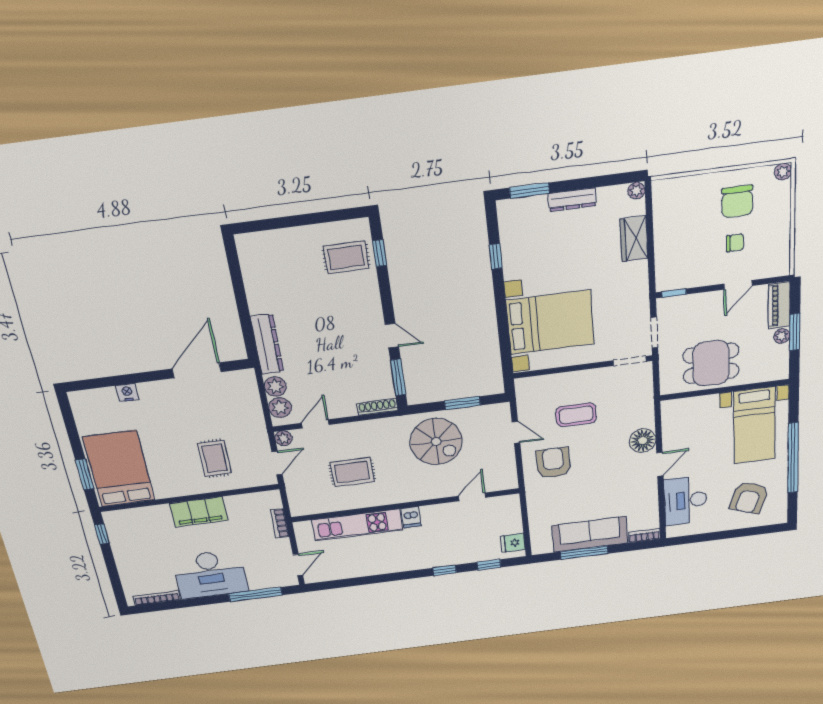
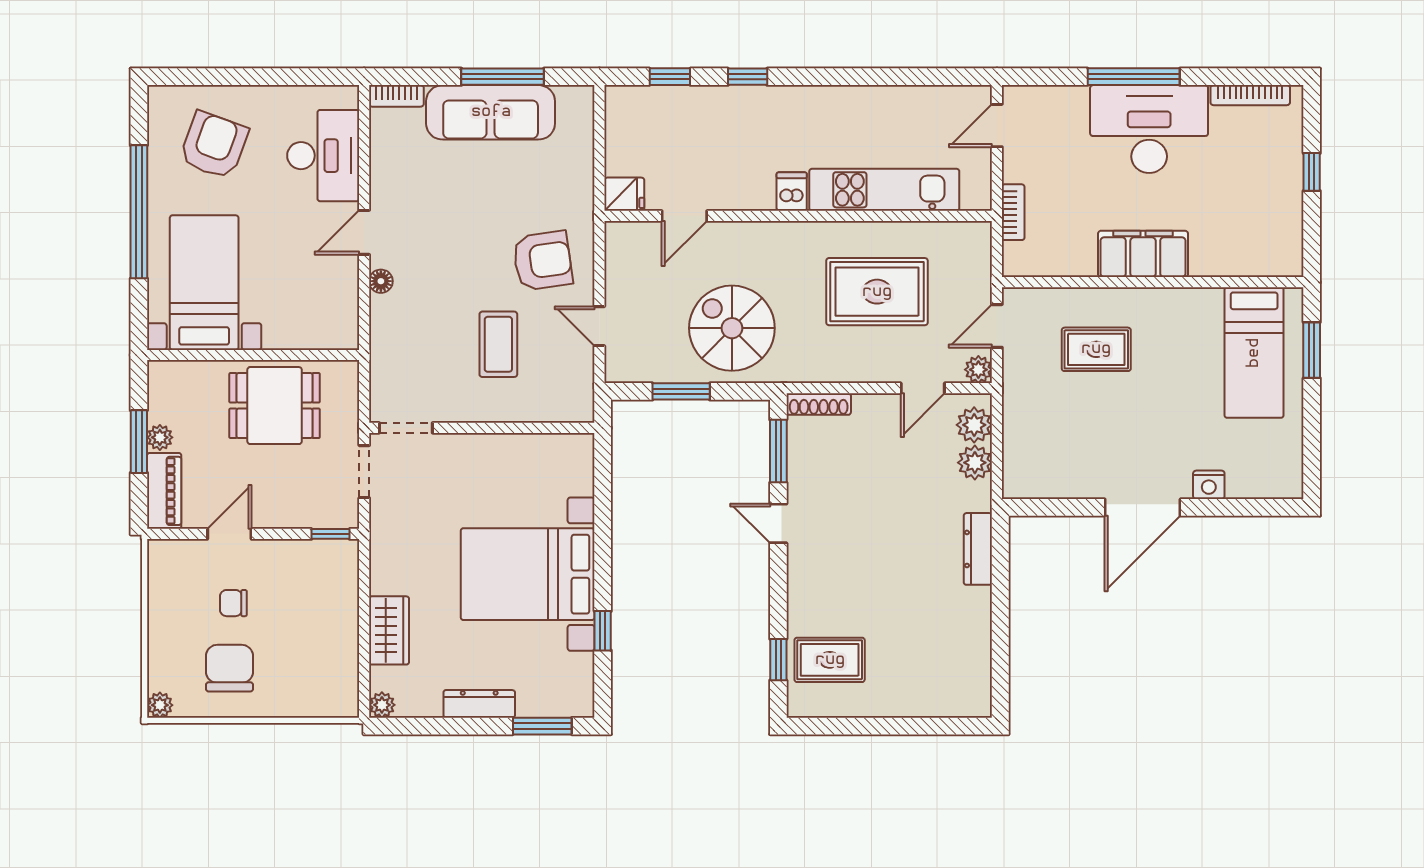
bed with nightstands: (550, 322) -> (528, 574), moved
dresser: (267, 344) -> (978, 549), width x0.73, depth x0.80
door: (197, 370) -> (1143, 507), moved
coffee table: (576, 415) -> (498, 344), turned 90
floor lamp: (643, 441) -> (381, 281), width x0.53, depth x0.53
rug: (215, 458) -> (1096, 349), turned 90
armchair: (553, 463) -> (543, 261), turned -98
bed: (119, 469) -> (1254, 353), width x0.67
rug: (352, 472) -> (877, 292), width x1.36, depth x1.43
window: (102, 534) -> (1312, 172), moved
fridge: (513, 543) -> (624, 194), moved
window: (255, 594) -> (1134, 77), moved

